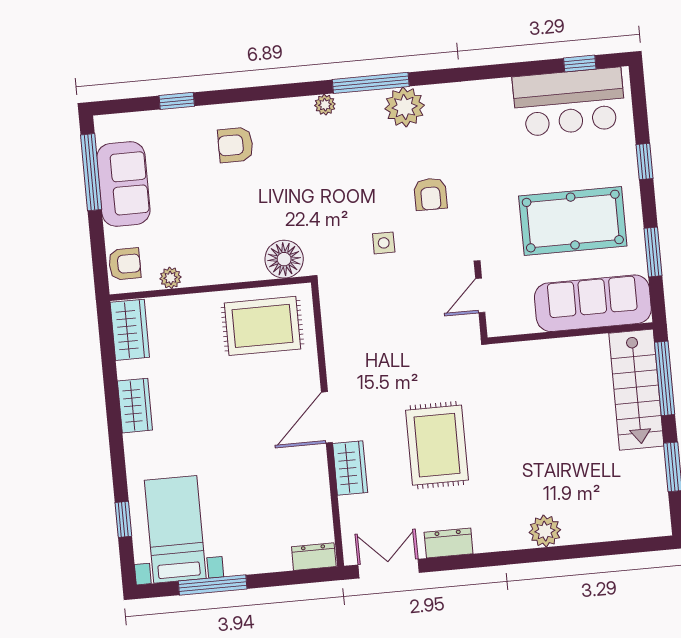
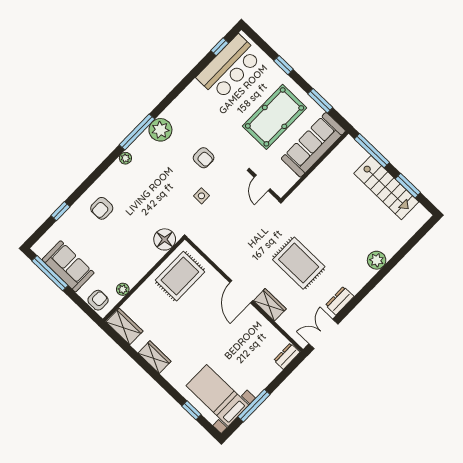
stairs: (636, 390) -> (386, 188), moved

